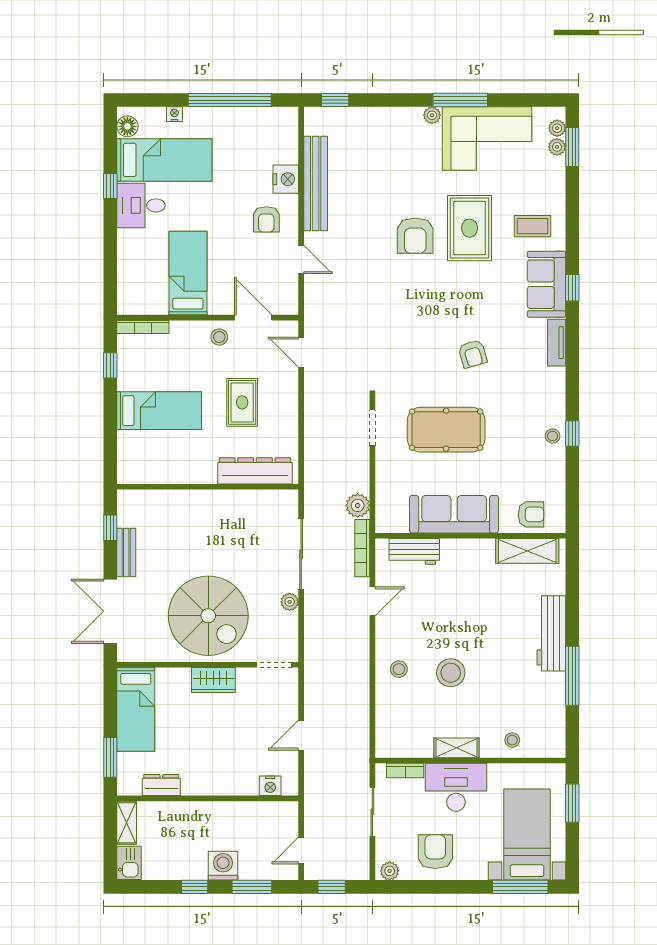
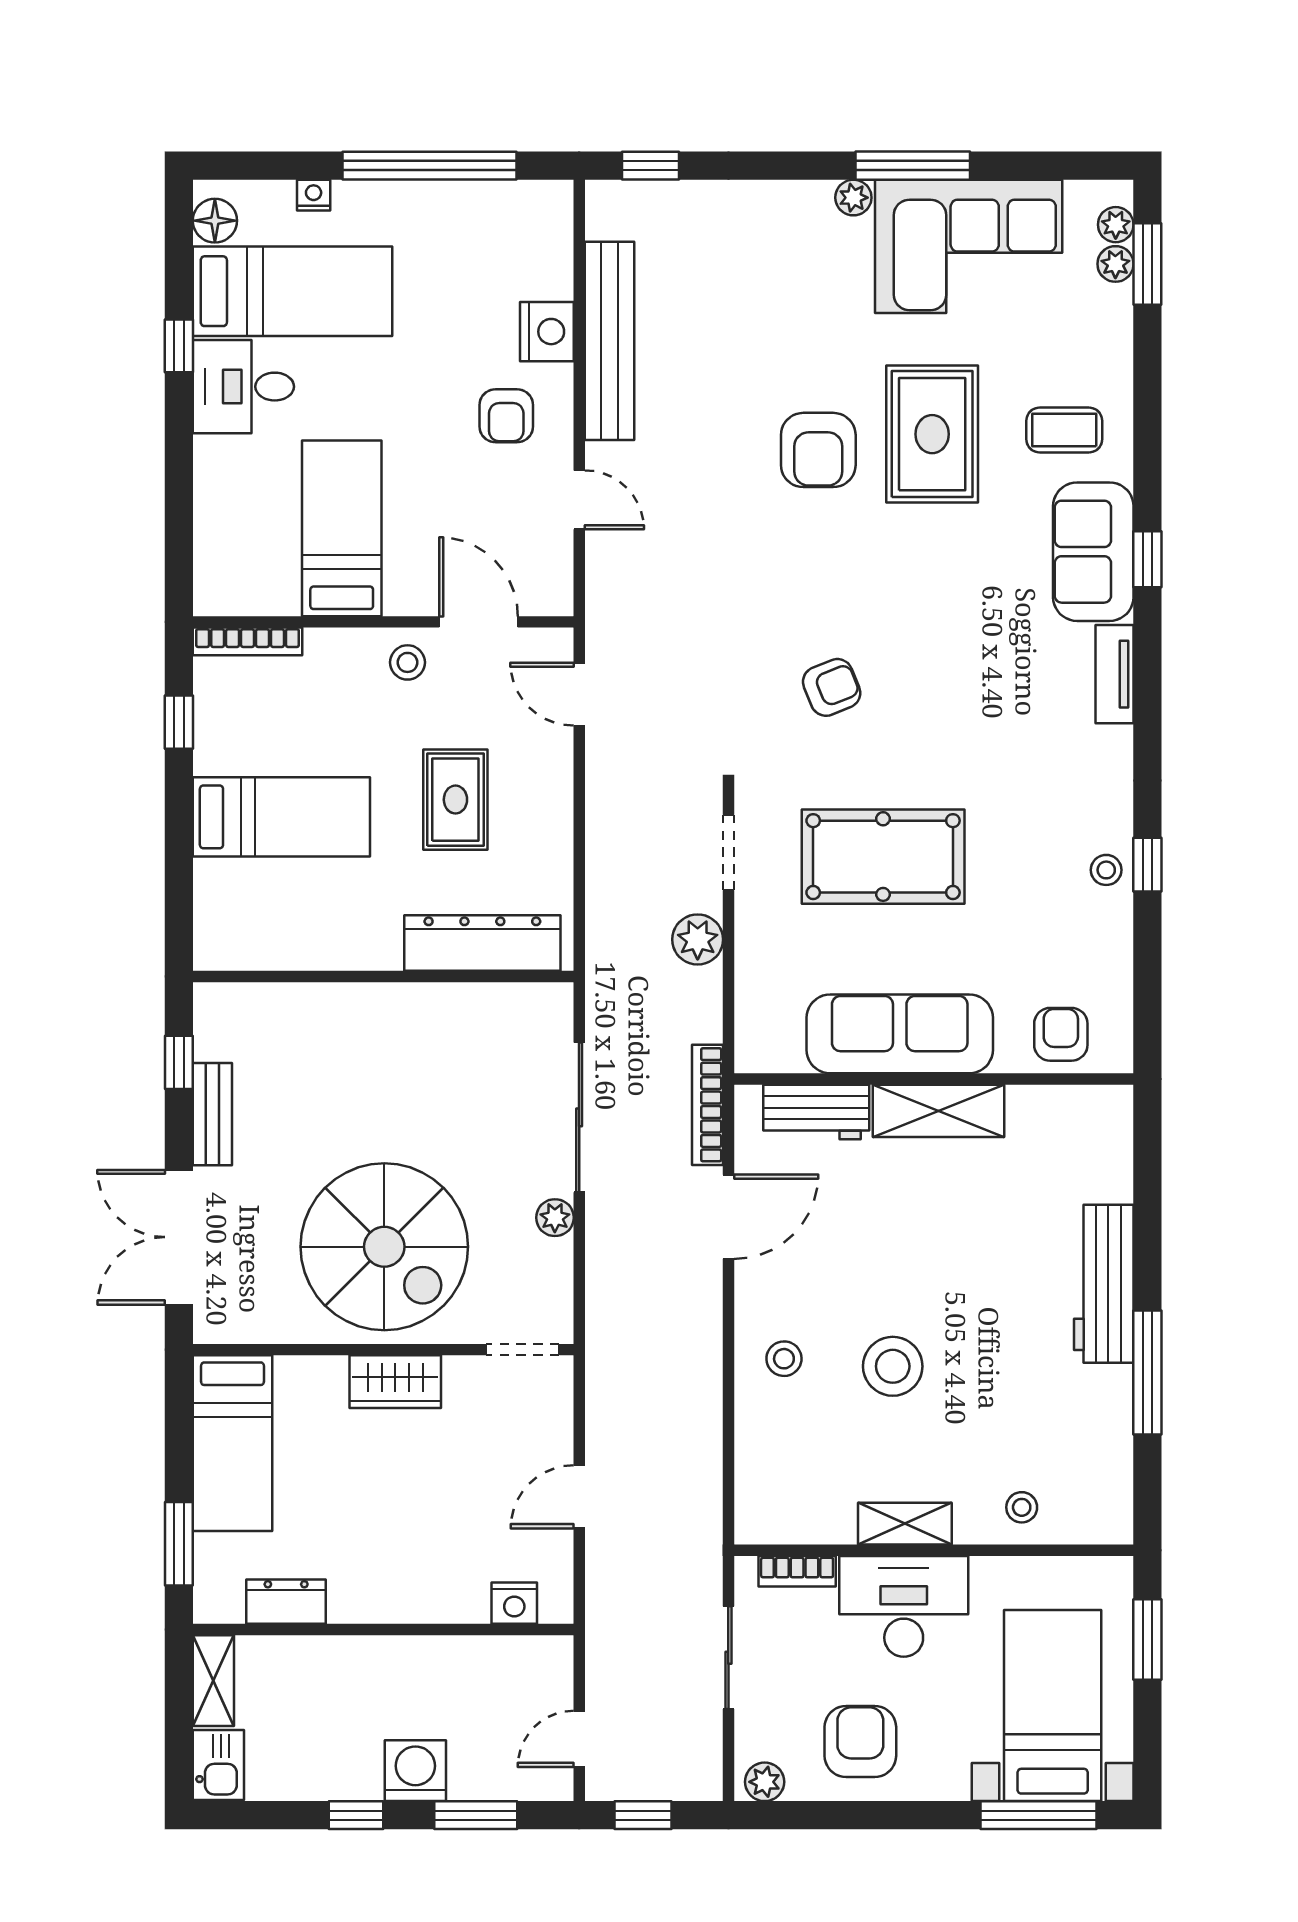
armchair: (473, 354) -> (832, 687), moved, turned -96
plant: (358, 505) -> (698, 939), moved
armchair: (531, 514) -> (1061, 1034), turned -90
shelving: (527, 551) -> (939, 1111), moved
door: (372, 601) -> (728, 1217), width x1.38

